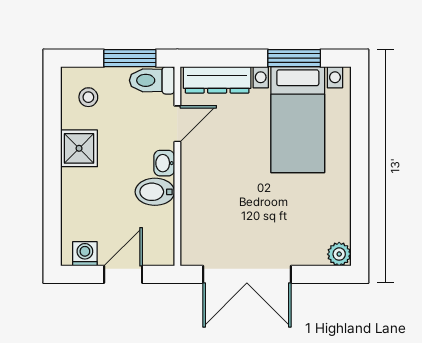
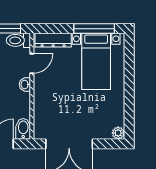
window: (294, 58) -> (94, 29), width x1.44
bidet: (155, 192) -> (23, 129), moved, turned 90

